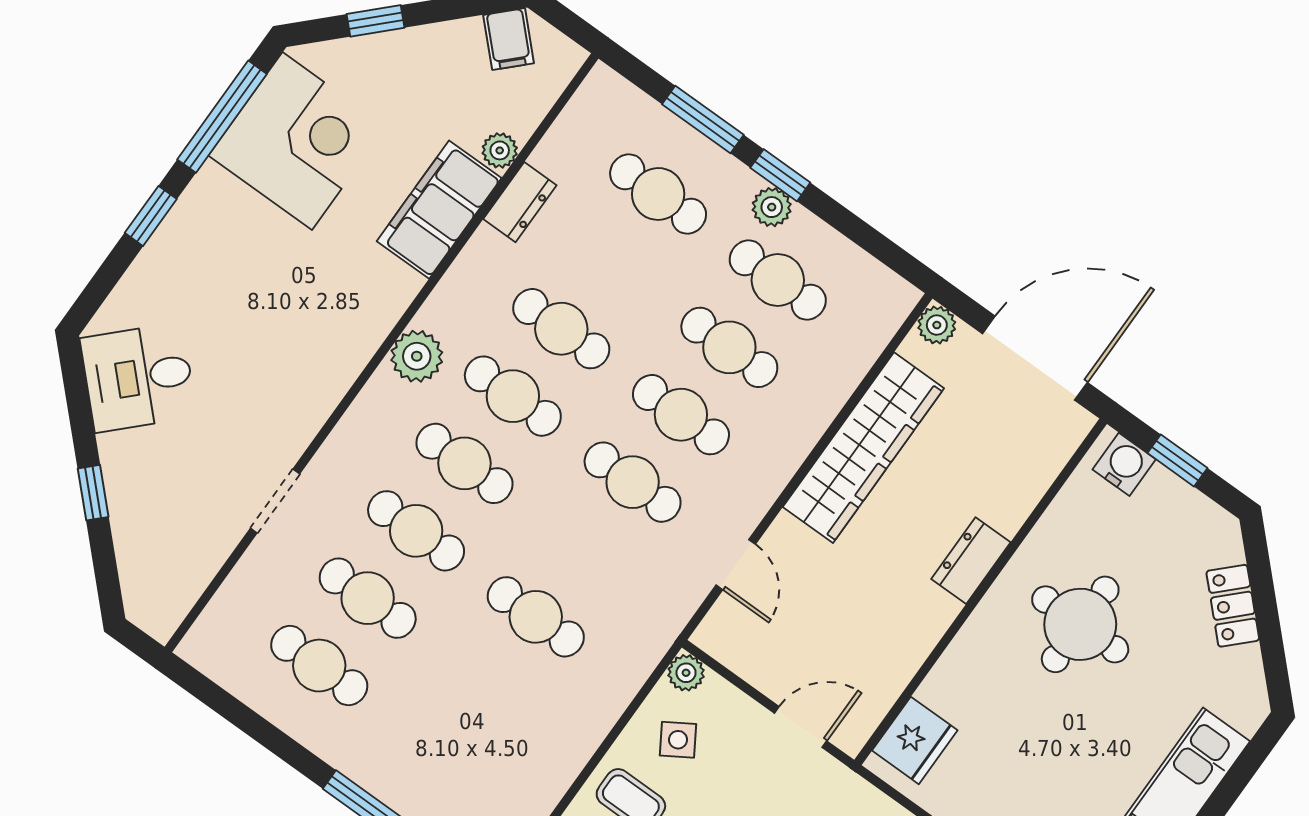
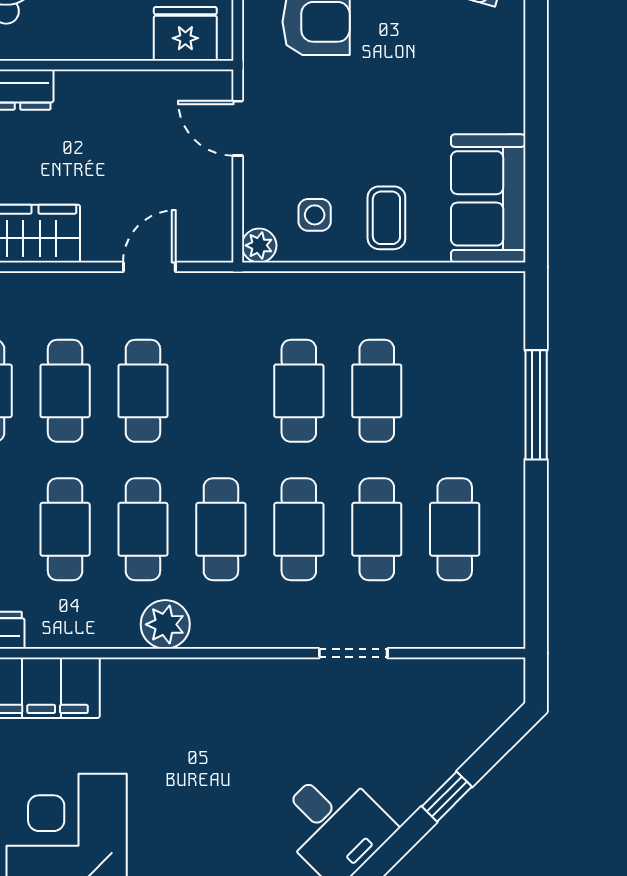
cafe table: (487, 684) -> (377, 391), added
side table: (678, 740) -> (315, 215), turned 32

